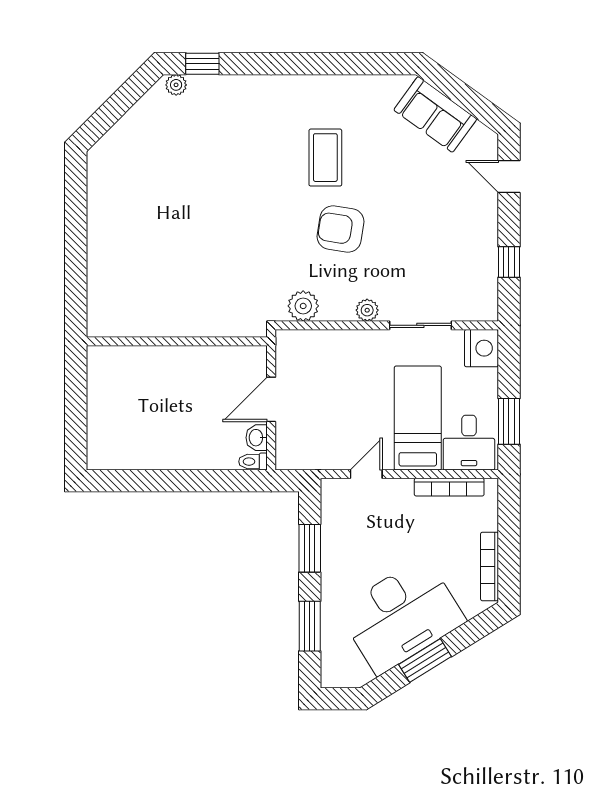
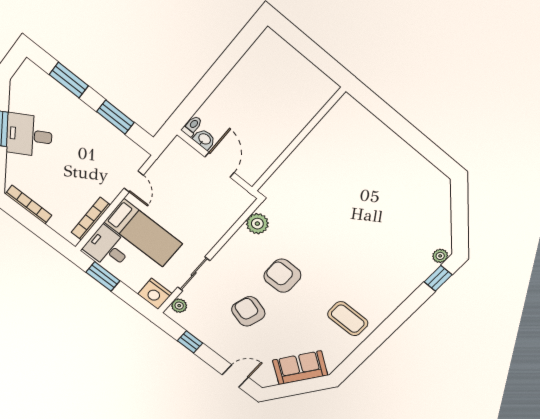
coffee table: (325, 158) -> (348, 319), moved
armchair: (340, 229) -> (282, 276), turned -99
armchair: (415, 230) -> (248, 311), added
plant: (367, 310) -> (179, 306), moved
desk: (401, 616) -> (29, 135), width x0.53, depth x0.77

